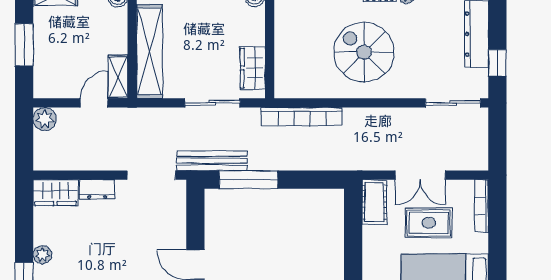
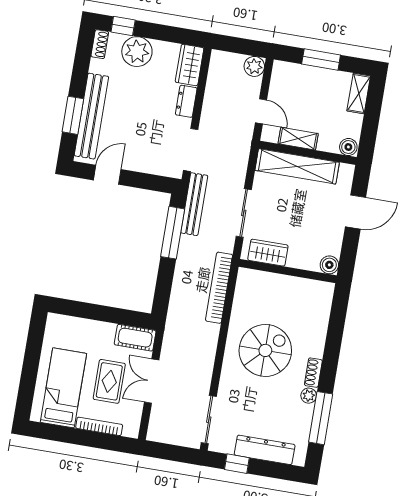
shelving: (118, 77) -> (298, 139), moved
bookcase: (482, 206) -> (99, 426), moved
plant: (42, 255) -> (137, 52), width x1.88, depth x1.88

